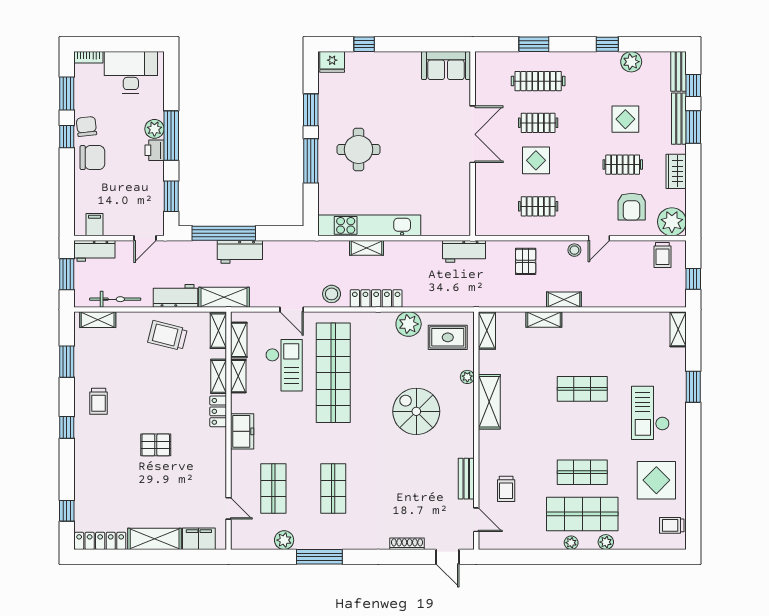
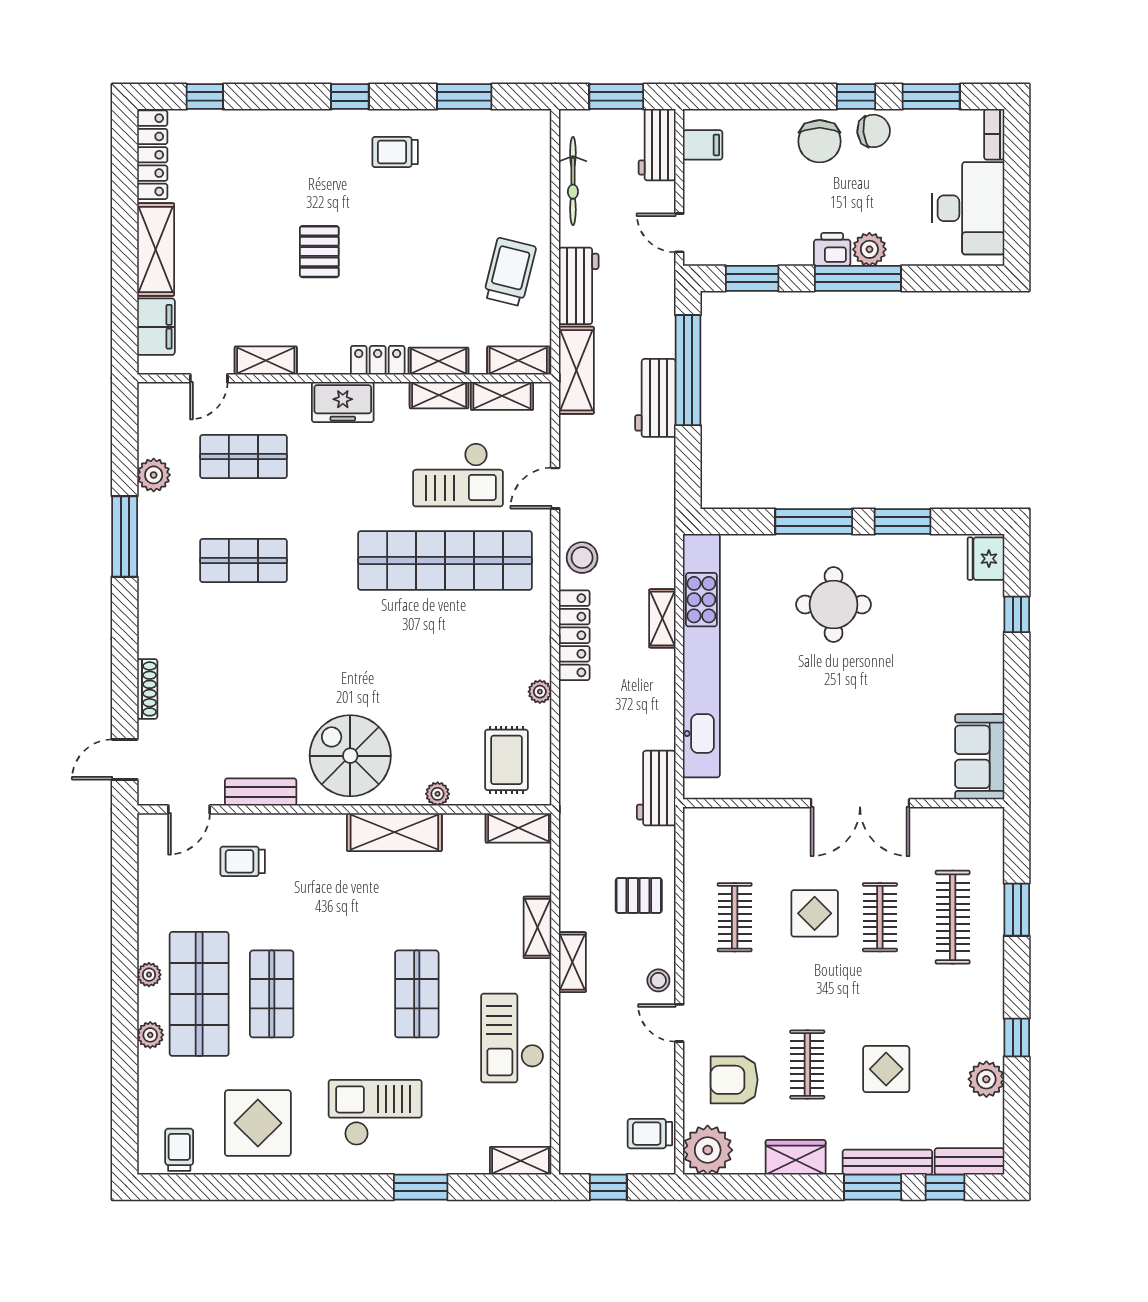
kitchen unit: (369, 225) -> (701, 656), width x1.36
shelving: (98, 320) -> (266, 360), moved, turned 90
plant: (409, 324) -> (540, 692), width x0.53, depth x0.53
checkout: (608, 334) -> (512, 1038), added
spiral stairs: (416, 411) -> (350, 756), moved, turned -90

